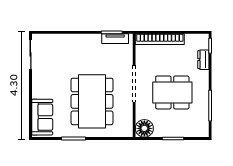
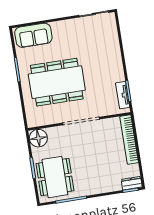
dresser: (203, 60) -> (132, 183), moved
dining table: (172, 92) -> (55, 177), moved

